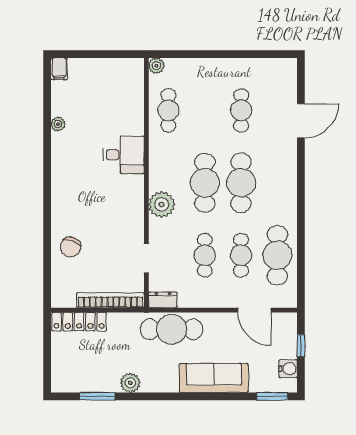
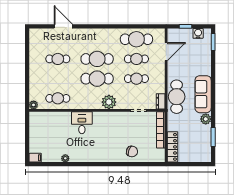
sofa: (214, 378) -> (203, 94), moved

